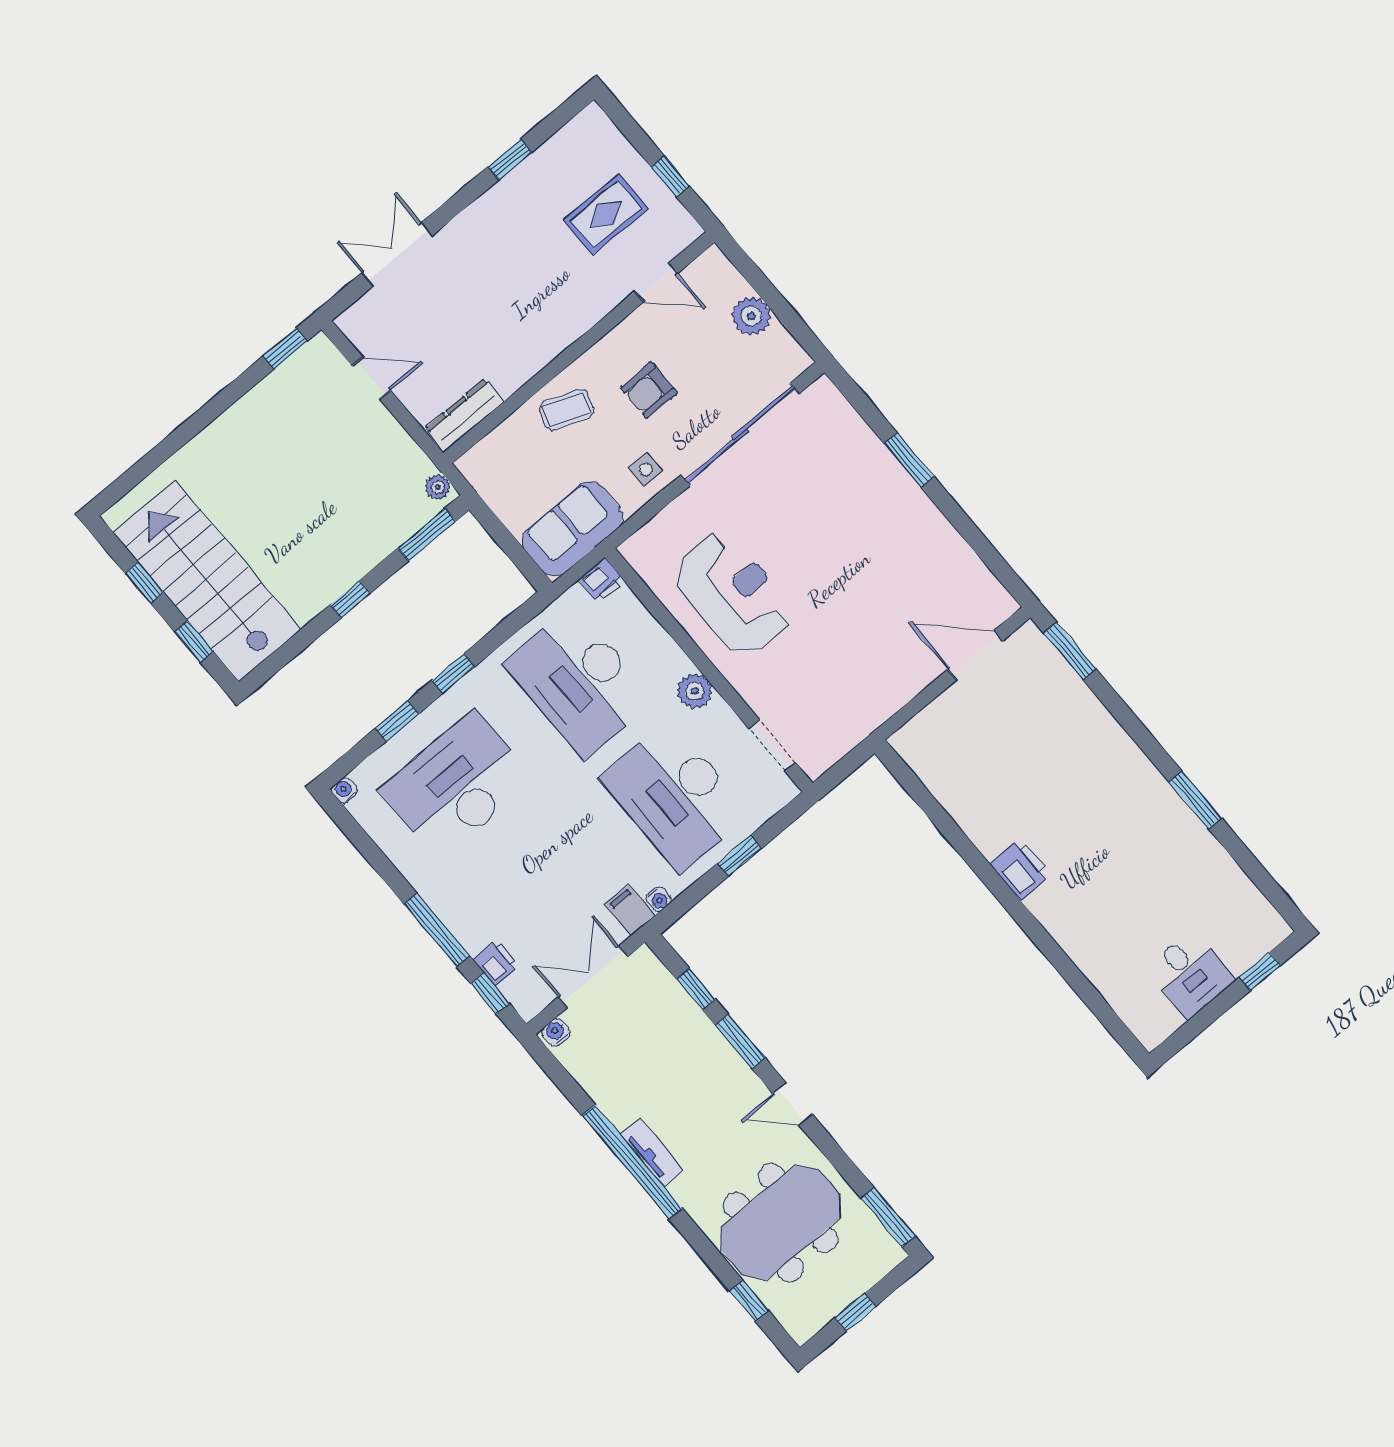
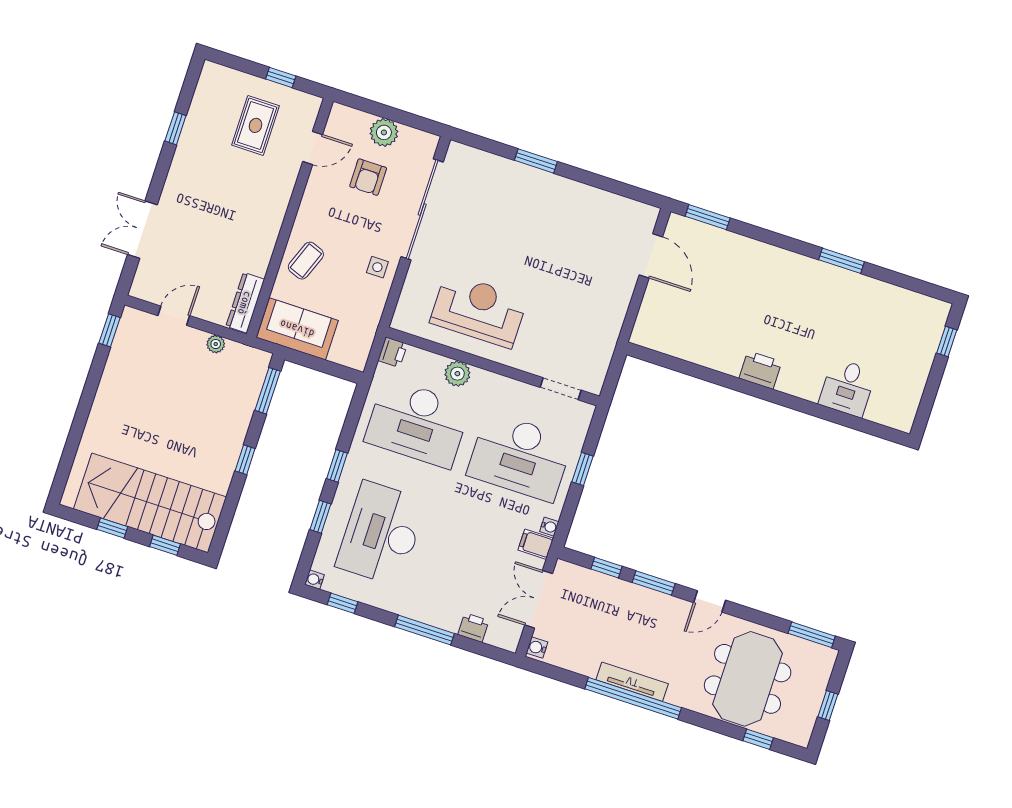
armchair: (649, 390) -> (368, 177), moved
plant: (438, 487) -> (216, 344), moved
sofa: (572, 529) -> (297, 329), moved, turned 90
door: (975, 655) -> (651, 256), swing flipped
plant: (694, 691) -> (457, 374), moved
desk: (1190, 974) -> (847, 388), moved, turned 90
window: (490, 993) -> (342, 603), moved
tv unit: (652, 1152) -> (632, 682), width x1.41

